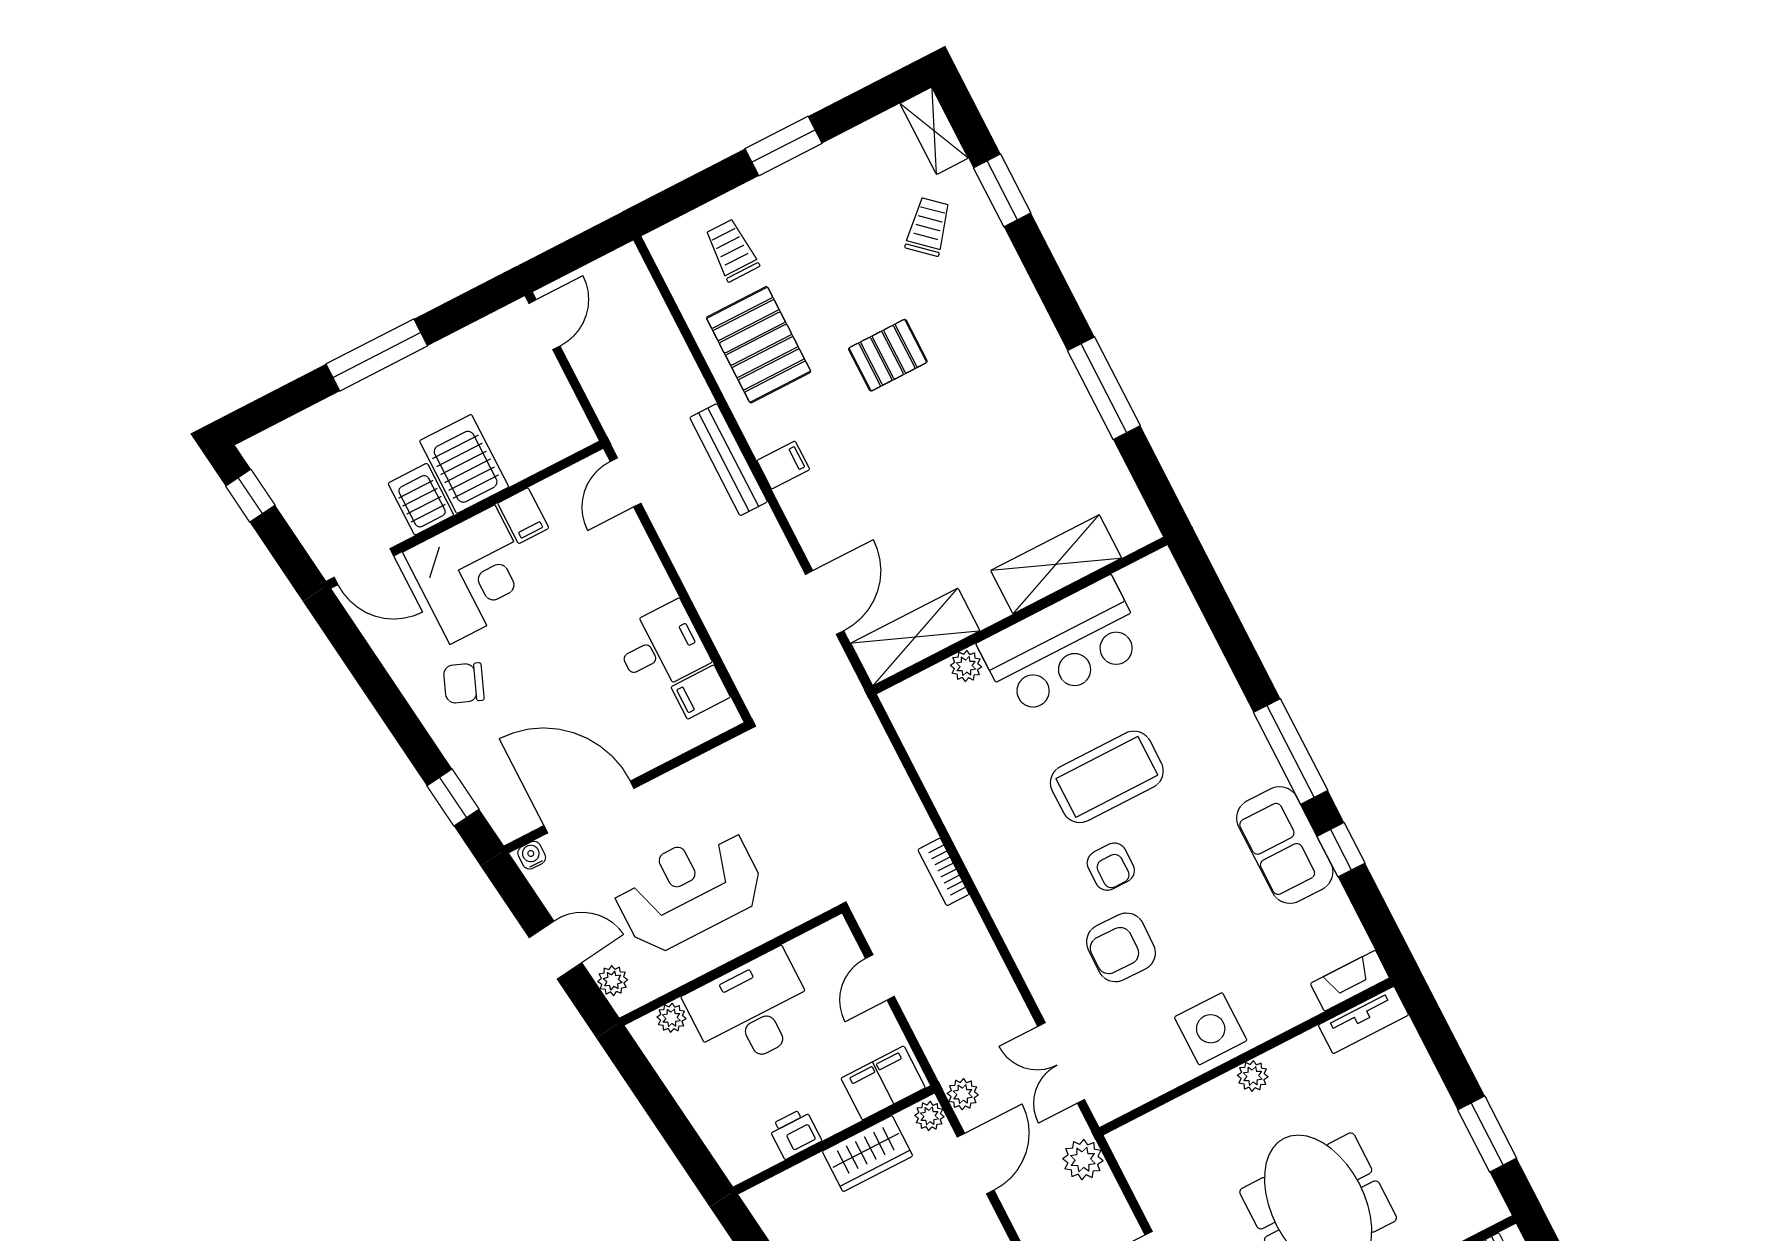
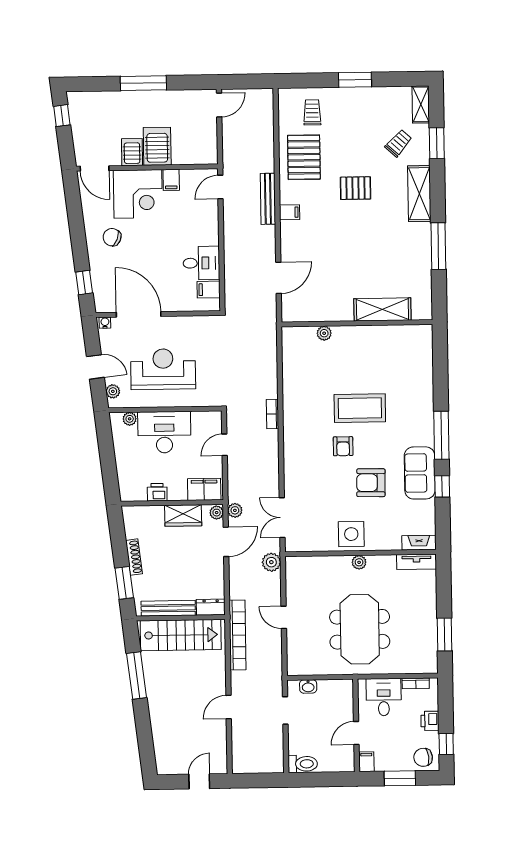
shelving: (915, 637) -> (419, 194), moved, turned 90
bar counter: (1063, 646) -> (368, 345), removed
armchair: (1121, 947) -> (371, 483), moved

